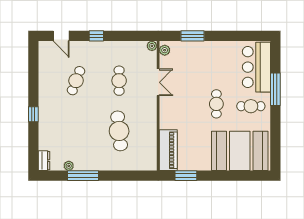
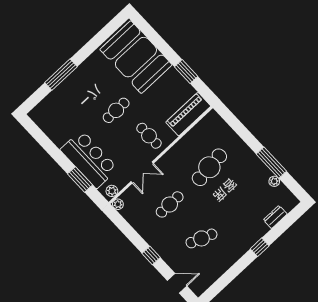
door: (61, 36) -> (177, 283), hinge flipped
bar counter: (256, 67) -> (89, 159), moved, turned -90
double door: (158, 82) -> (142, 172), swing flipped
cafe table: (251, 106) -> (149, 136), moved
dresser: (44, 161) -> (275, 217), moved
window: (186, 176) -> (186, 72), moved

